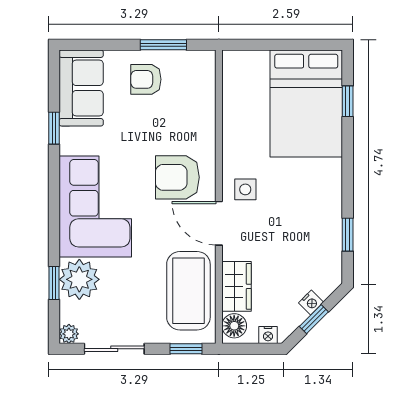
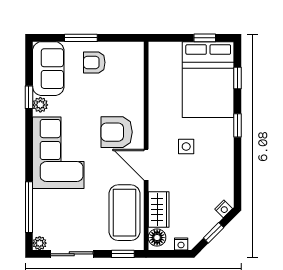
window: (163, 45) -> (81, 38), moved
window: (301, 45) -> (205, 38), added
side table: (245, 189) -> (186, 147), moved
window: (348, 235) -> (238, 125), moved
plant: (79, 279) -> (40, 105), moved, width x0.53, depth x0.53
window: (54, 283) -> (29, 207), width x2.17
nightstand: (311, 302) -> (224, 209), moved

